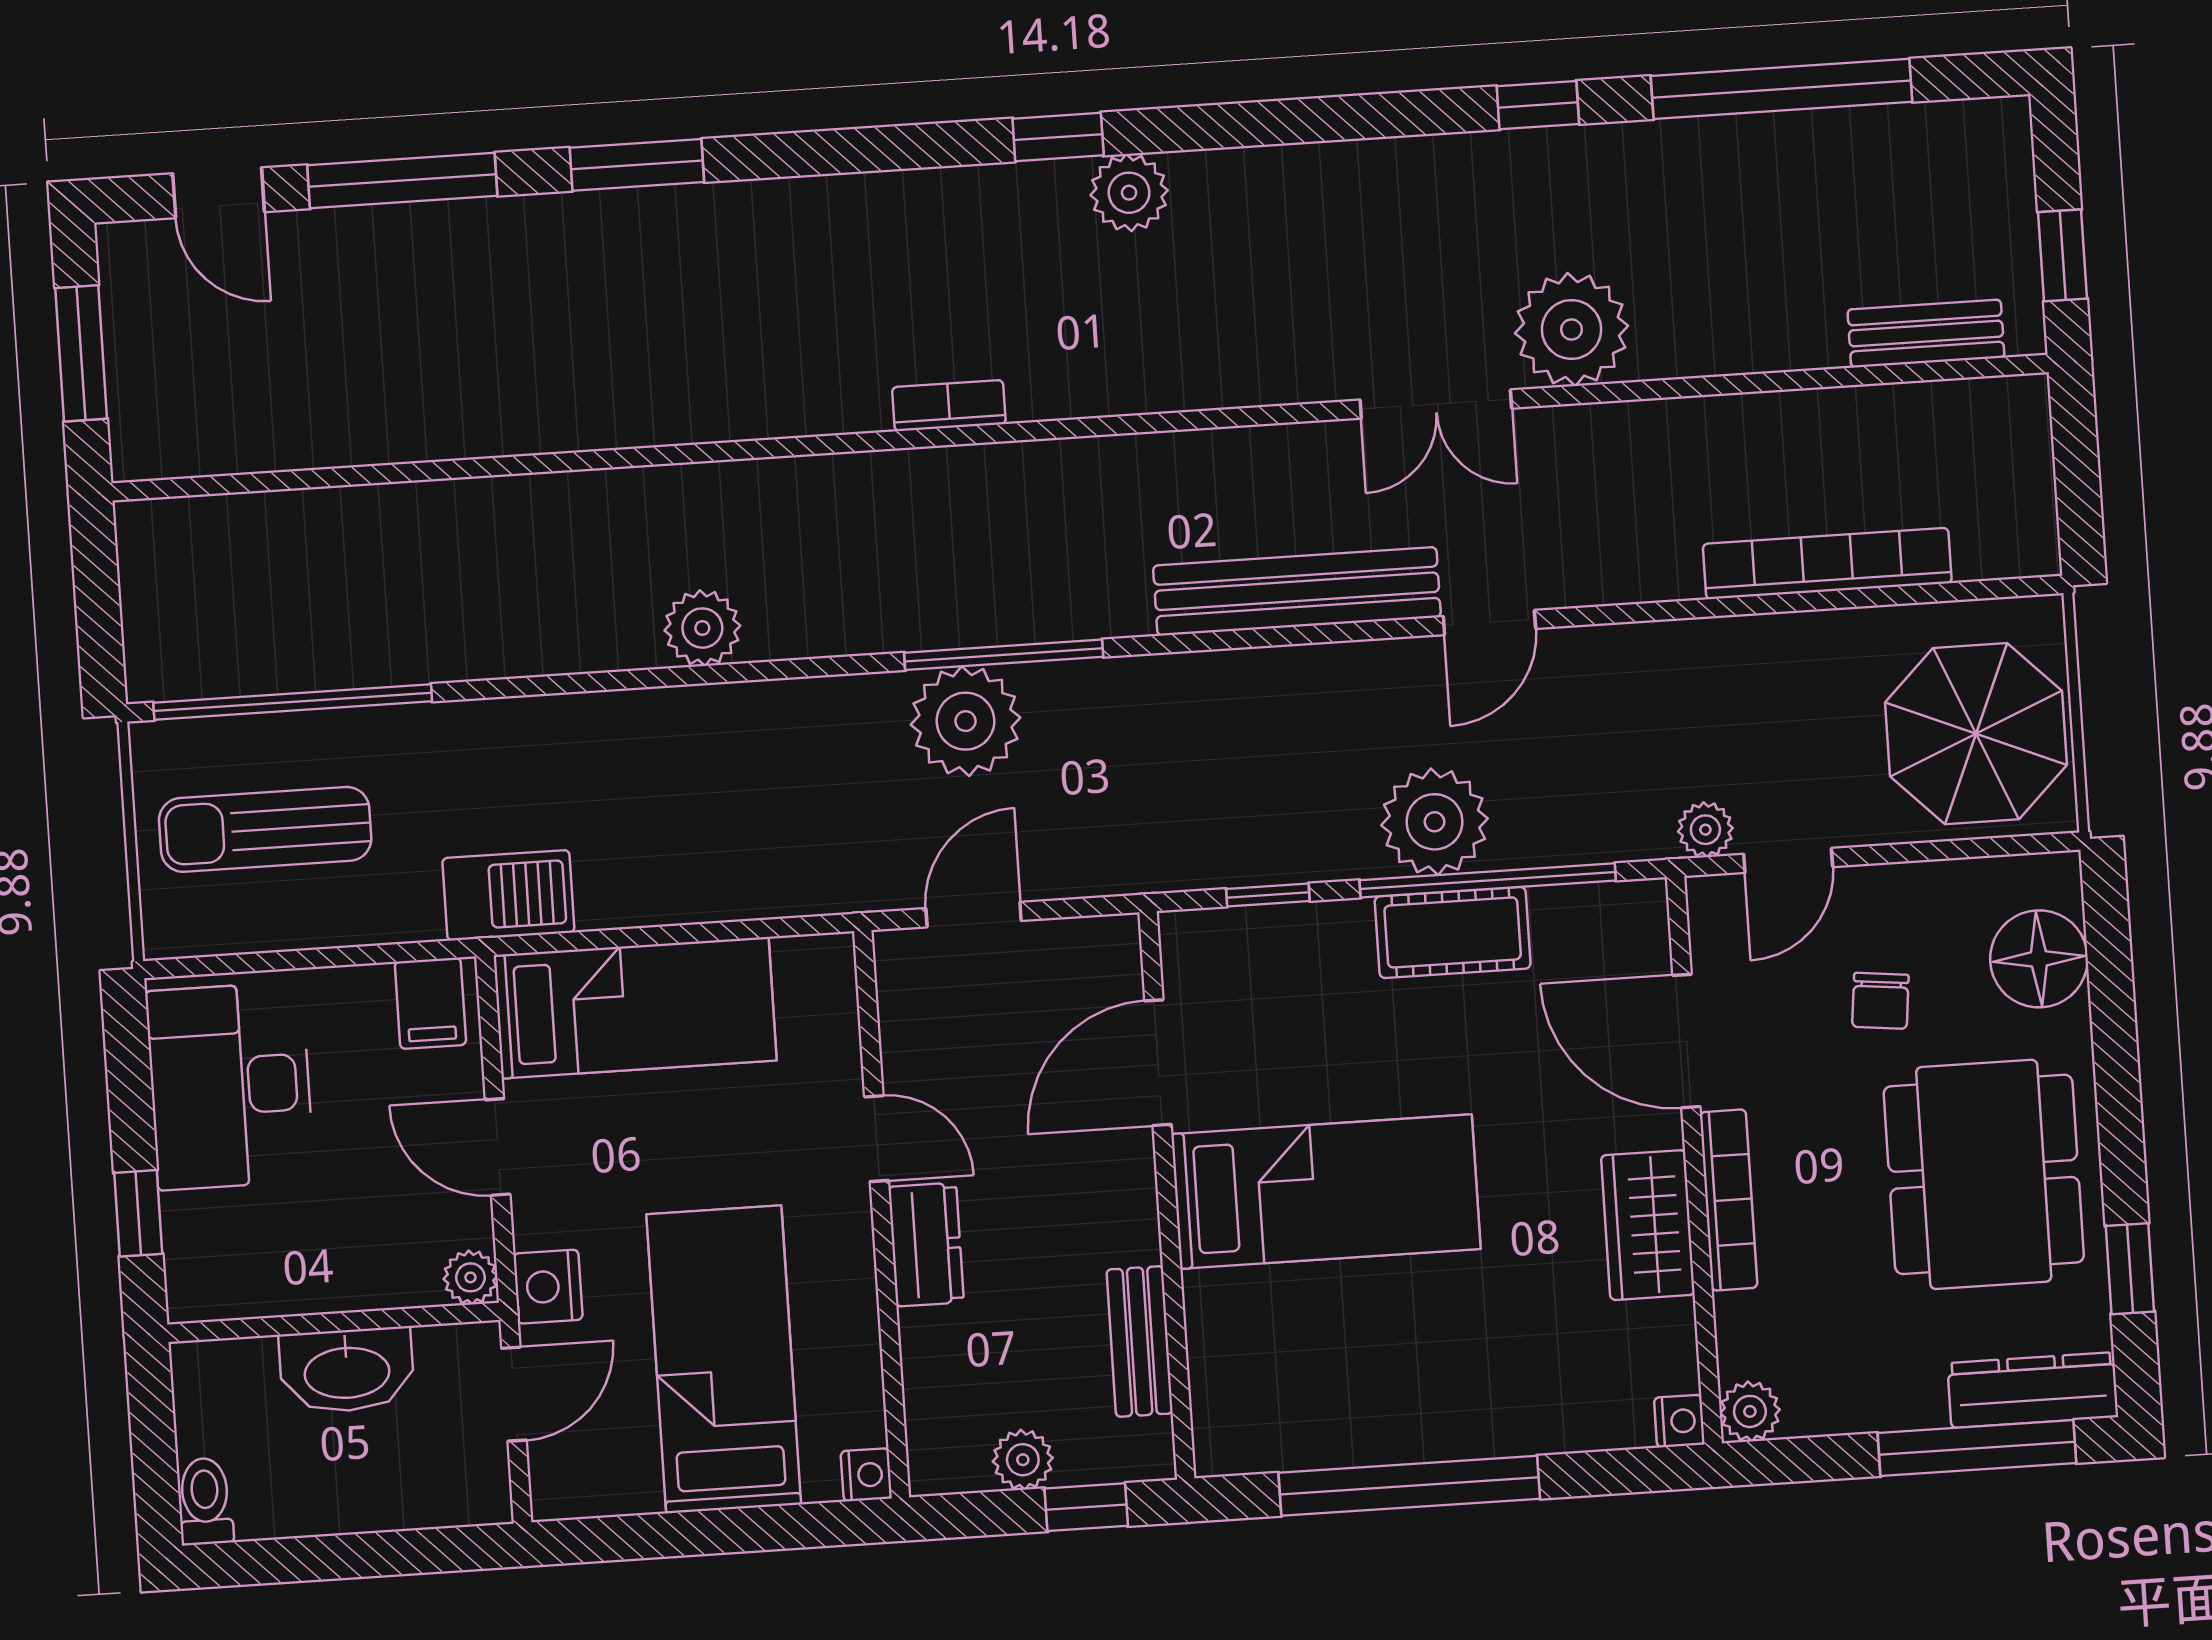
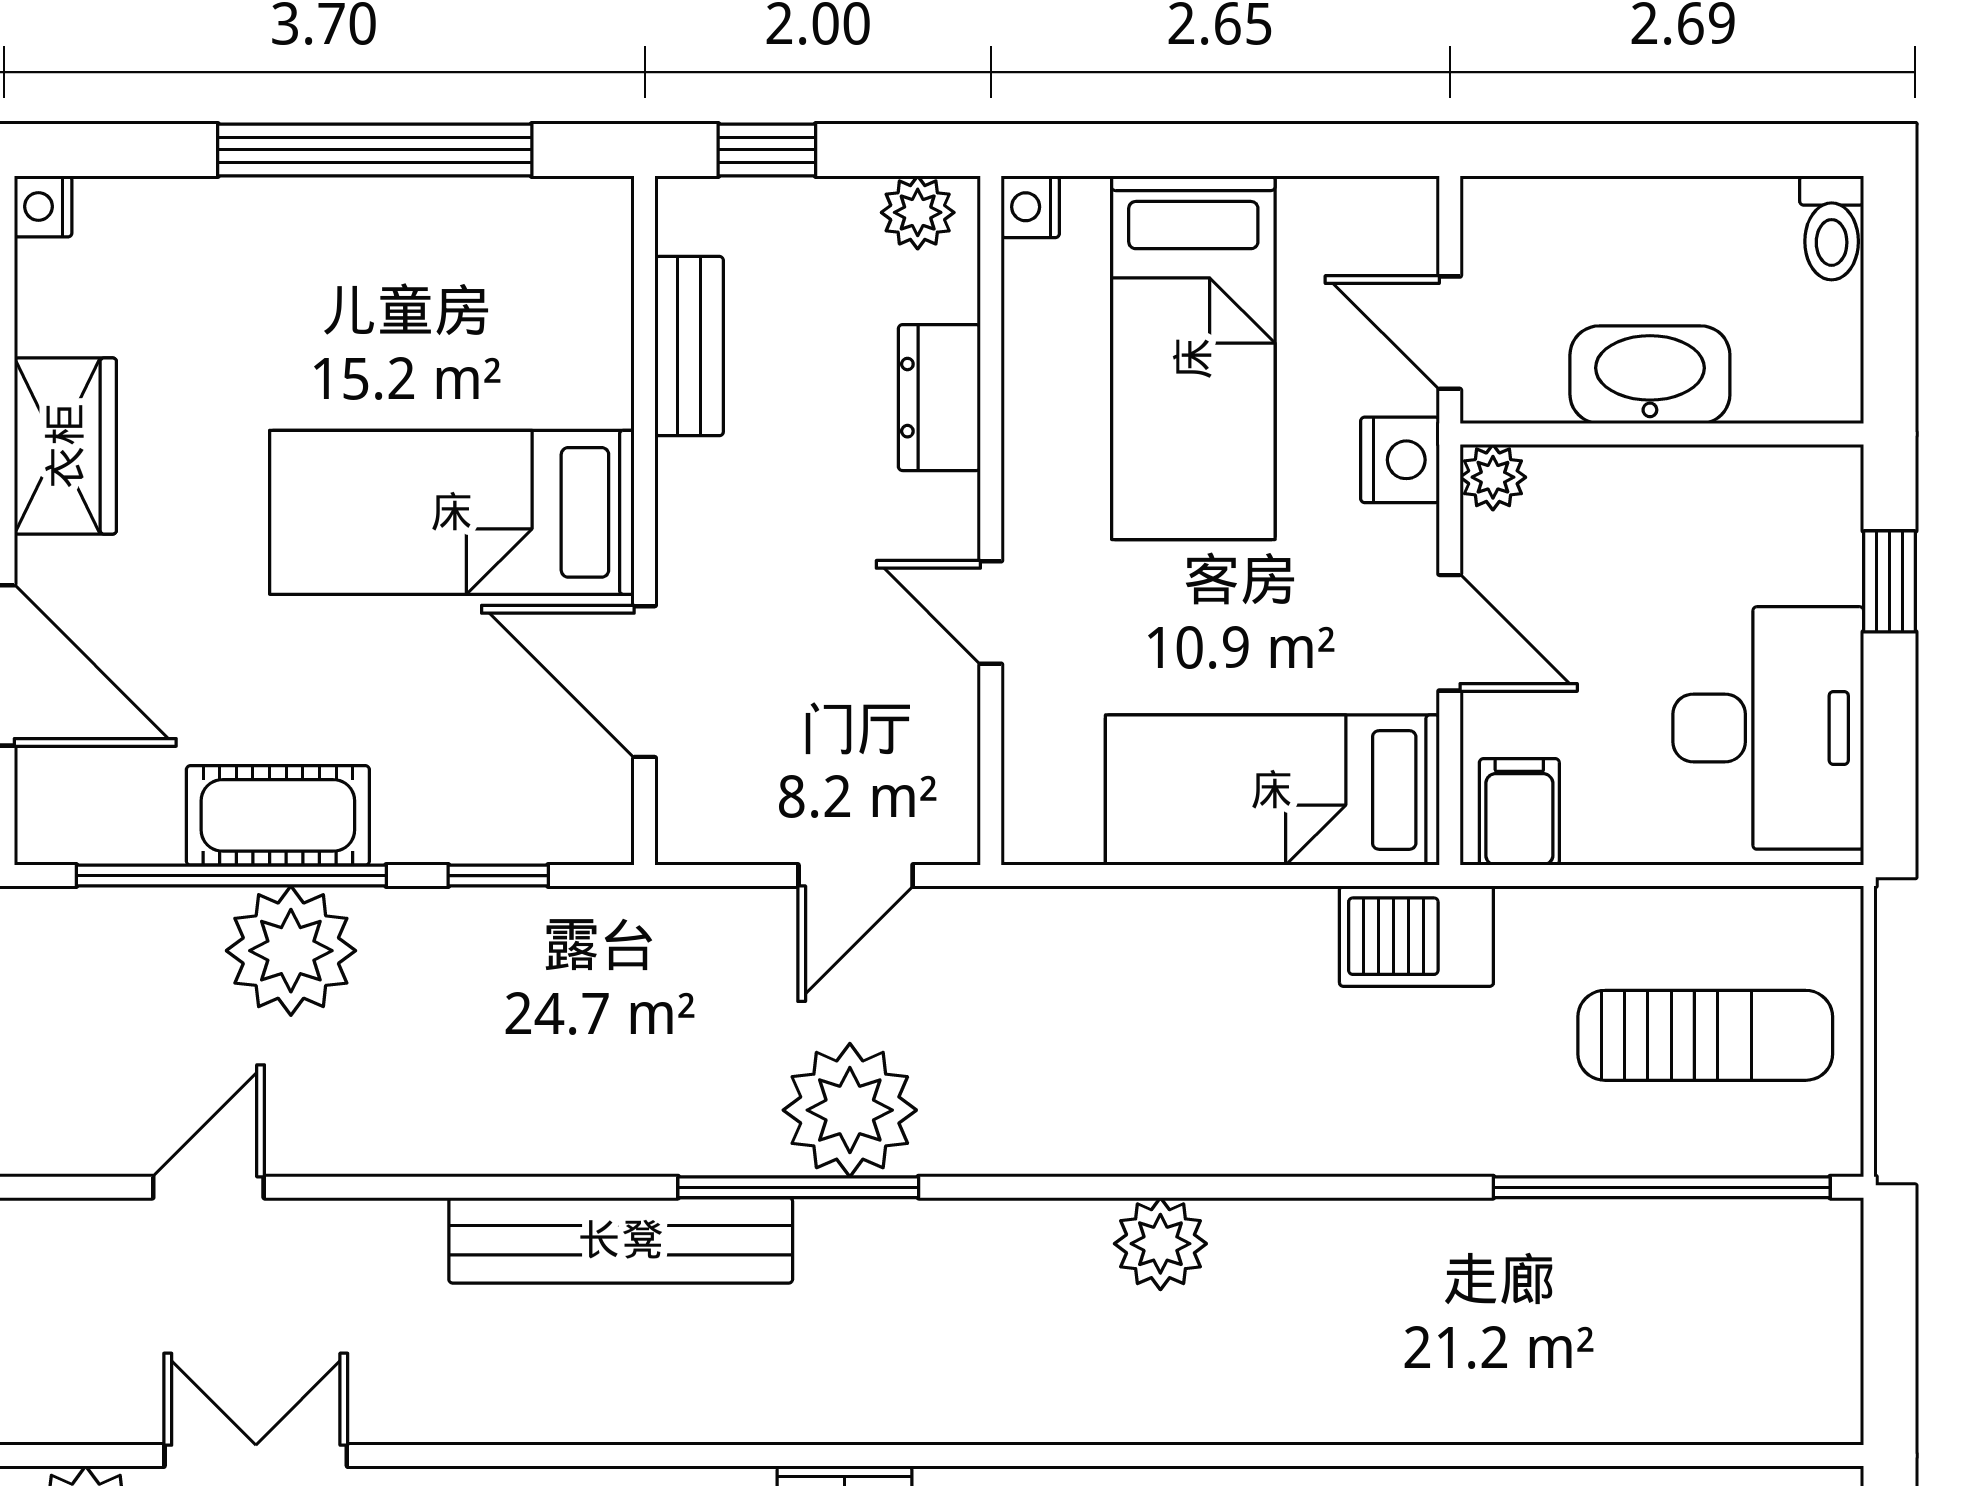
bench: (1297, 591) -> (621, 1240), moved
door: (1158, 1063) -> (645, 682), swing flipped
dresser: (926, 1245) -> (939, 398), moved
door: (514, 1394) -> (1450, 333), hinge flipped
plant: (1023, 1460) -> (918, 212), moved

